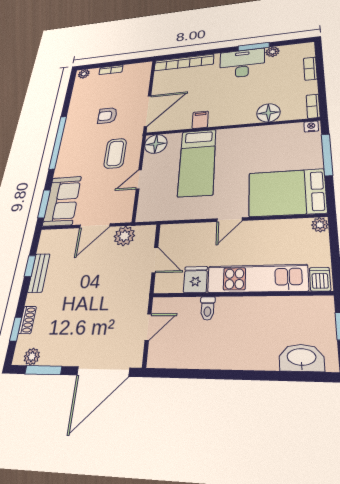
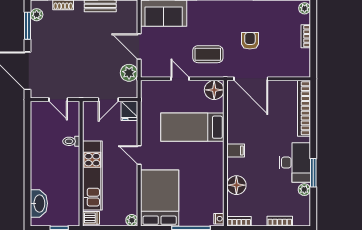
filing cabinet: (200, 120) -> (236, 150), moved
fridge: (195, 280) -> (129, 111), moved, turned 90

